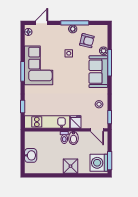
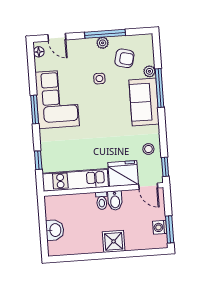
door: (41, 23) -> (57, 37), swing flipped
fridge: (76, 122) -> (123, 174), width x1.88, depth x1.34
washing machine: (99, 163) -> (160, 227), width x0.53, depth x0.53

